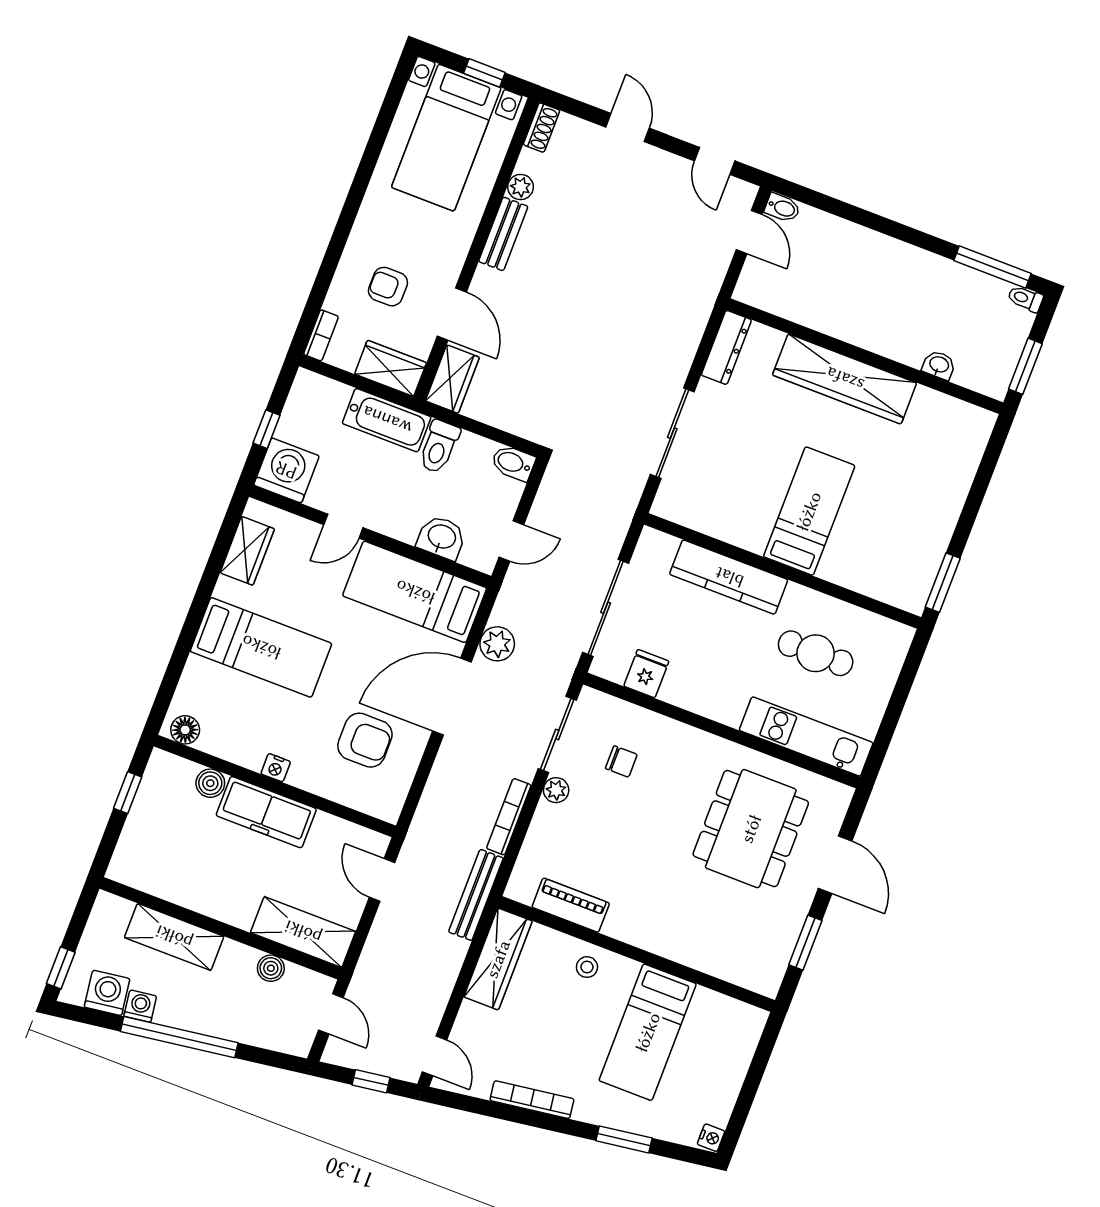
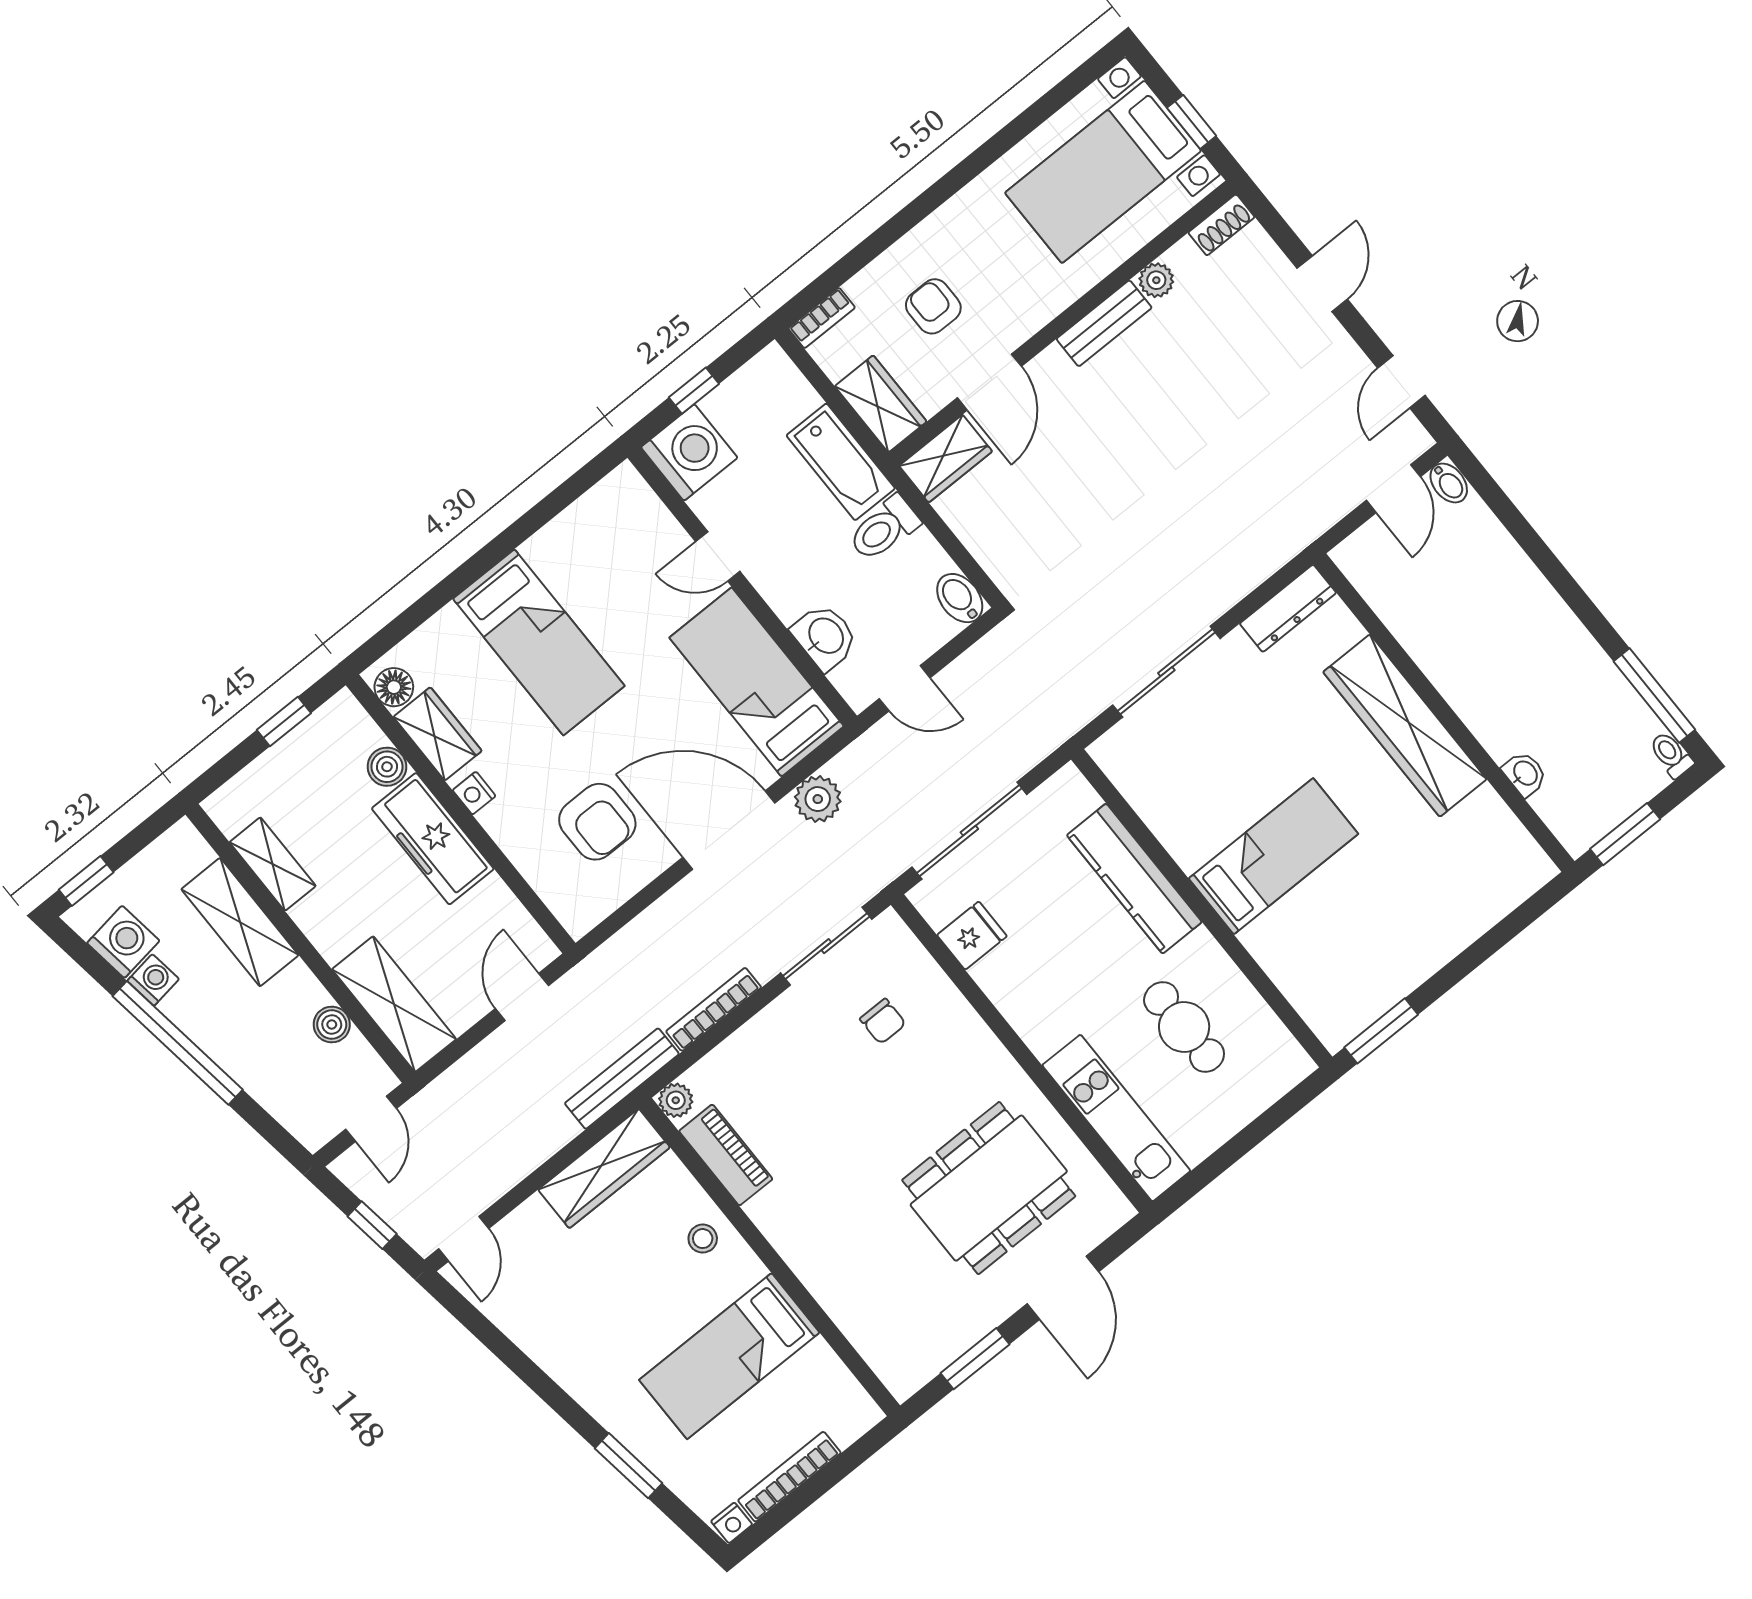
wardrobe: (247, 551) -> (438, 734), moved, turned -90
plant: (556, 790) -> (676, 1100), moved
shelving: (173, 888) -> (273, 864), added
bookcase: (532, 1100) -> (789, 1477), moved, turned -82

